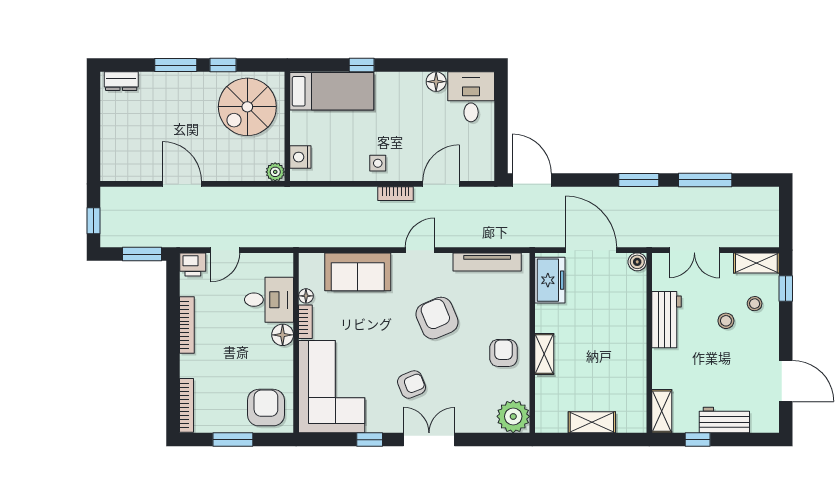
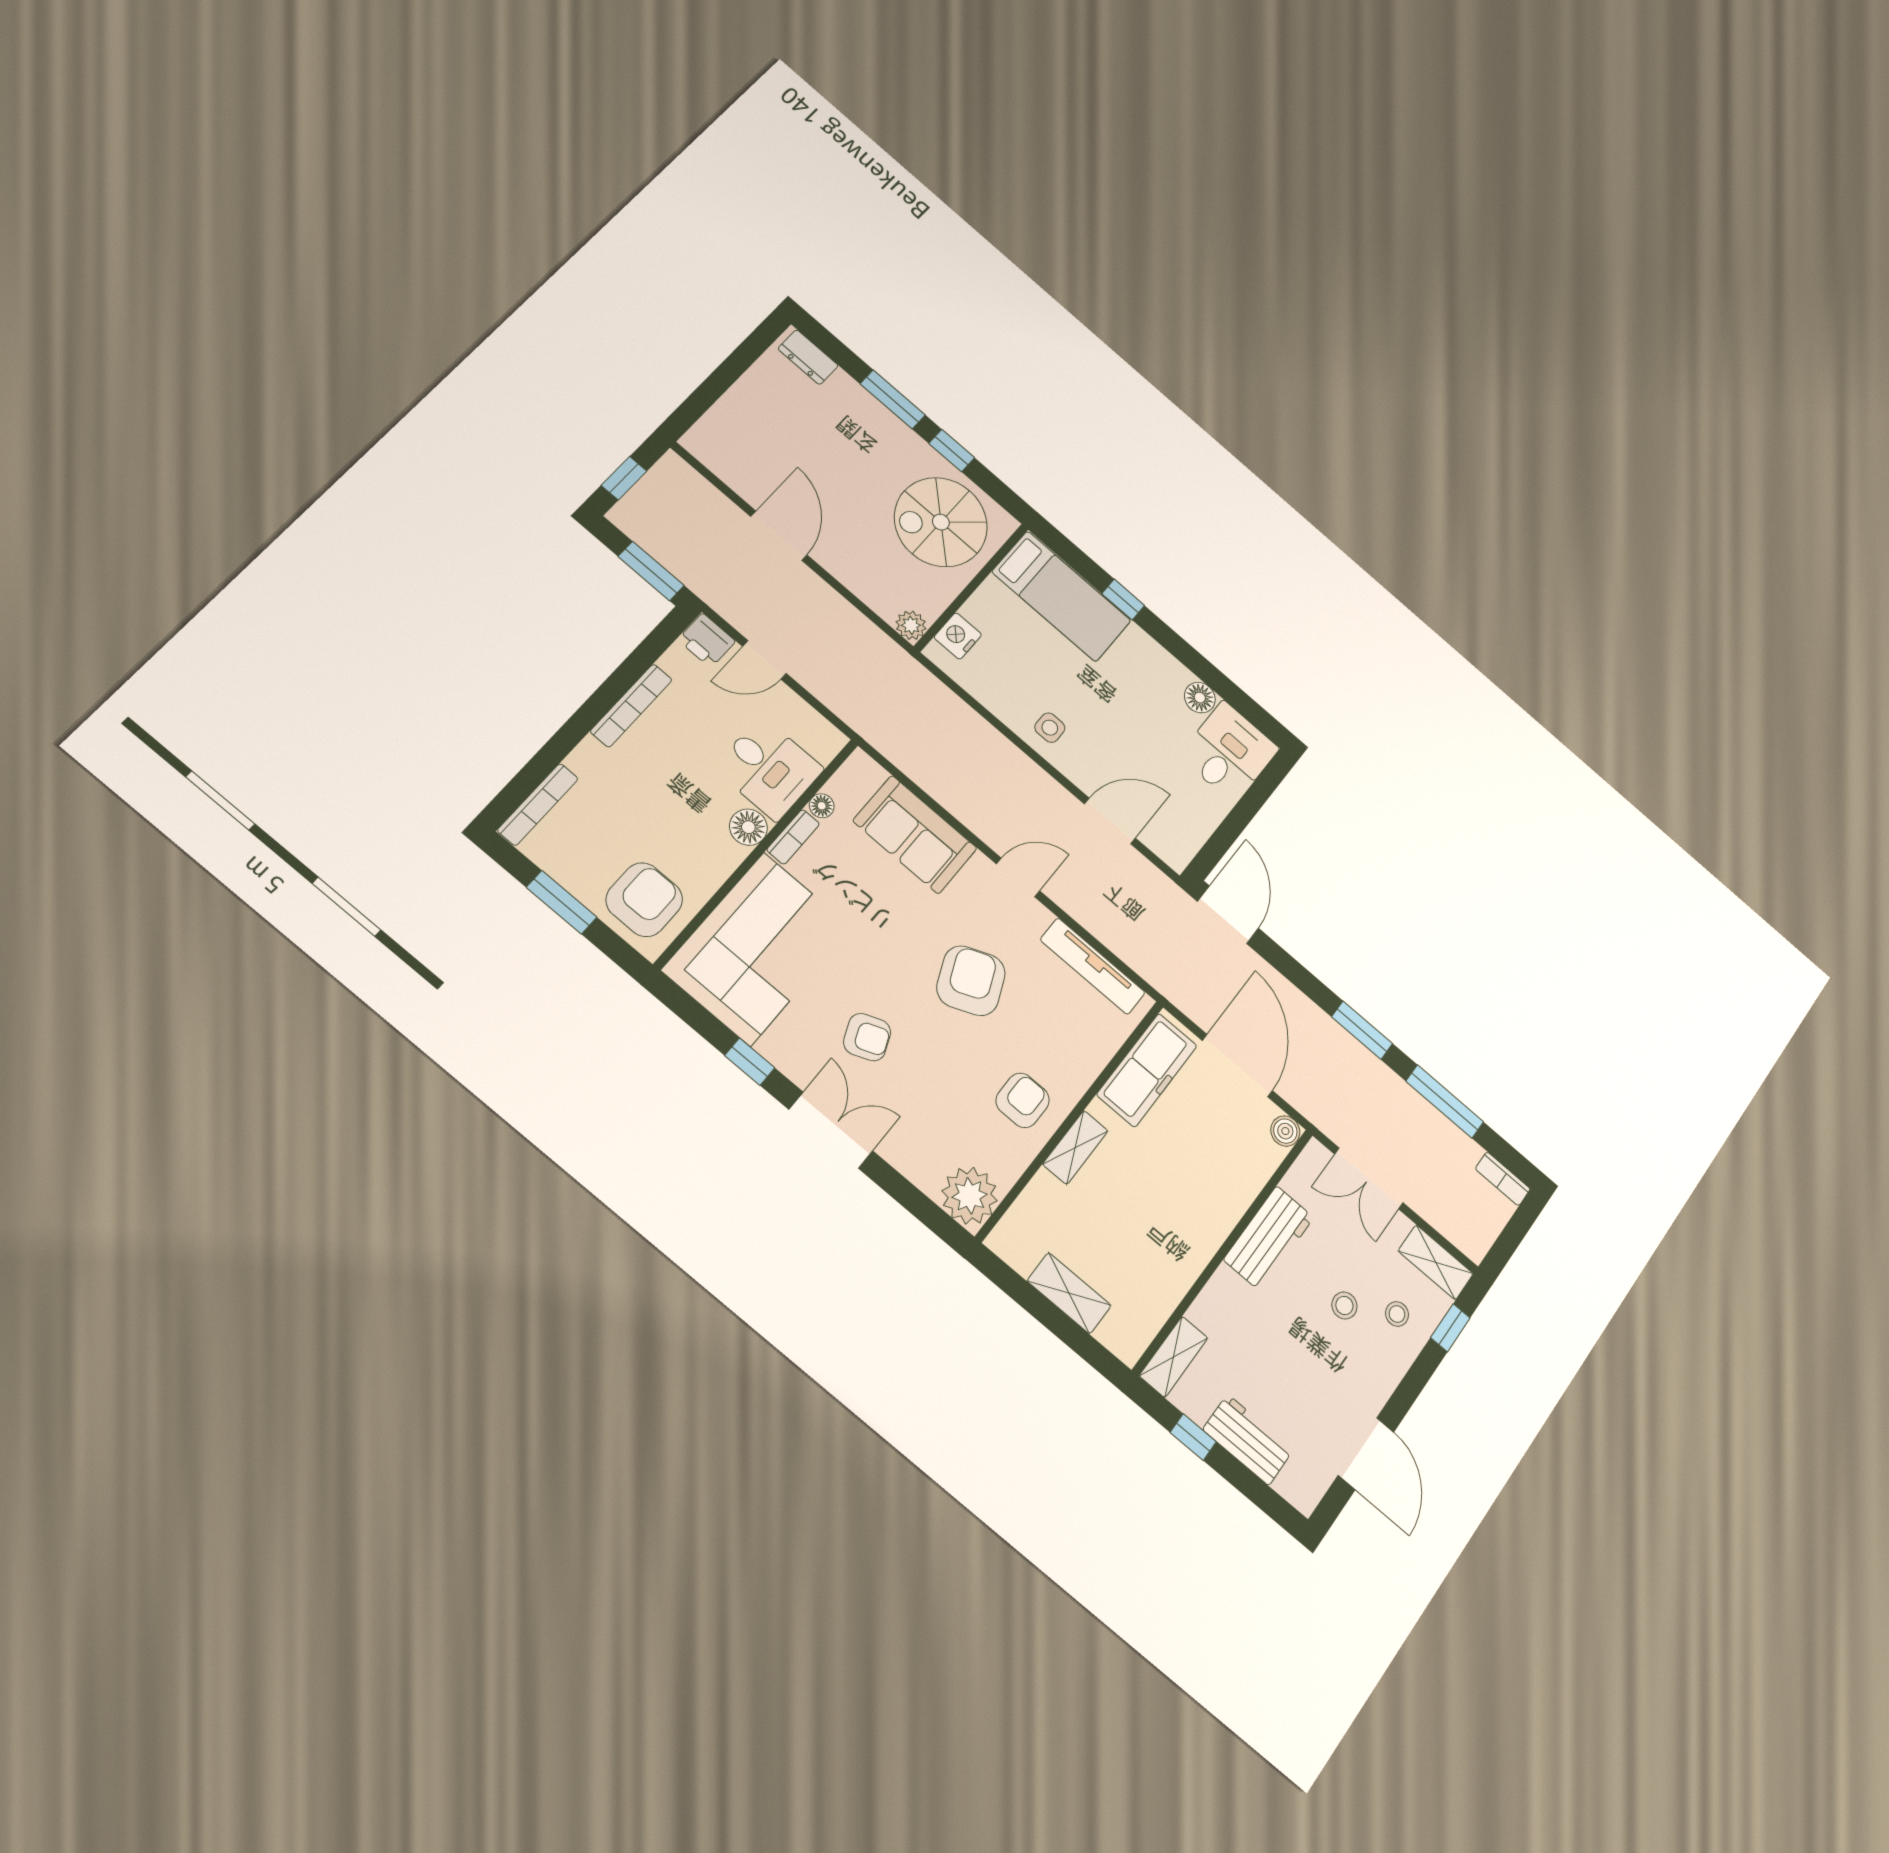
bookcase: (396, 194) -> (1503, 1179), moved
freezer: (550, 280) -> (1147, 1070), width x1.40

